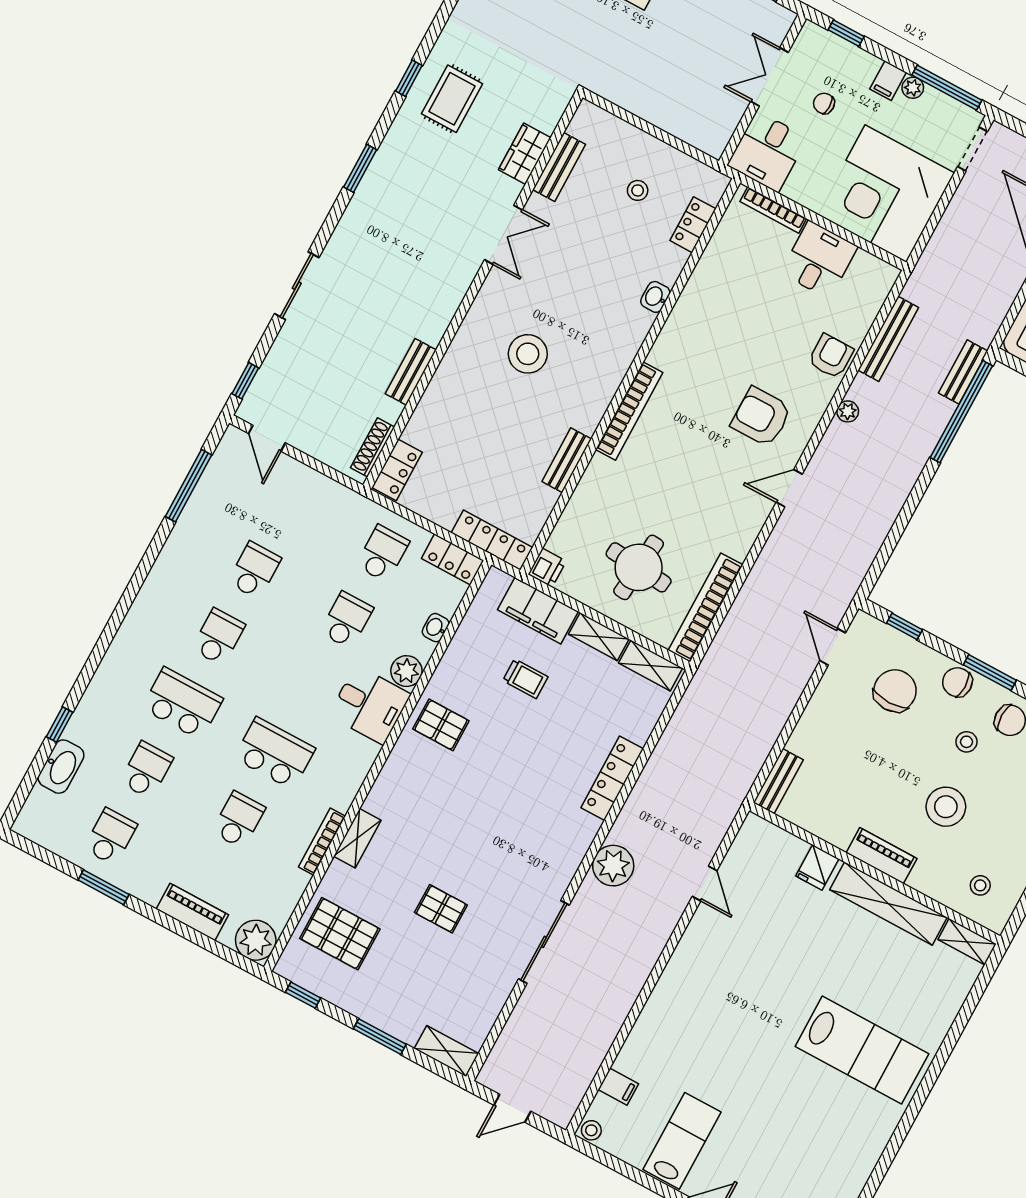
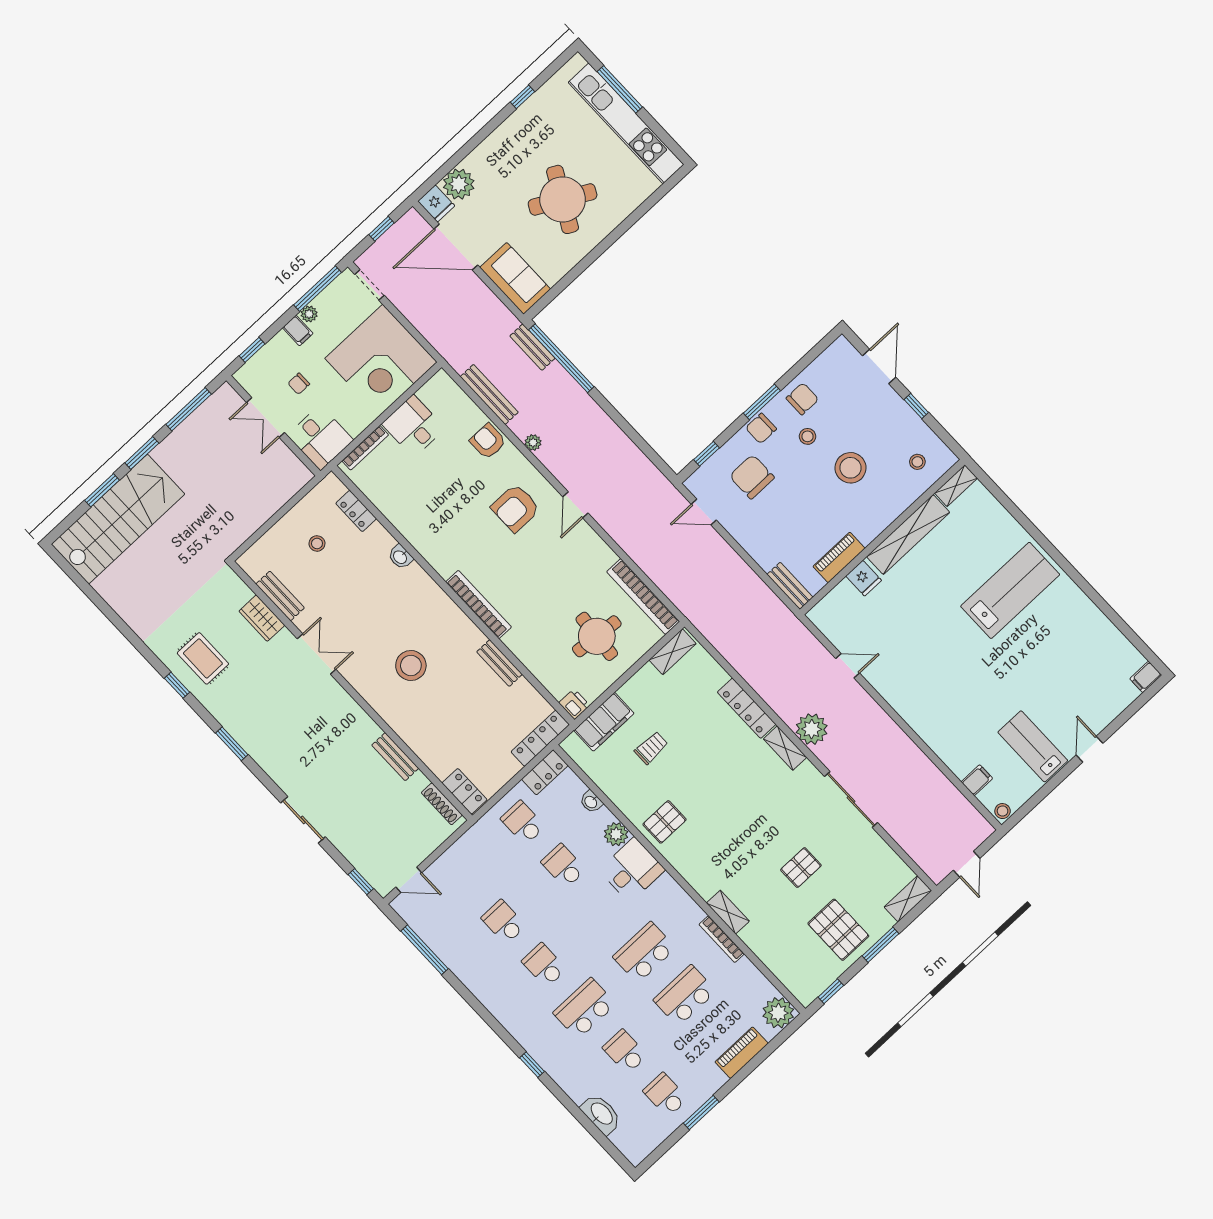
shelving: (599, 637) -> (785, 748), moved, turned 90
window: (59, 724) -> (532, 1065), moved
school desk: (239, 820) -> (685, 996), width x1.85
piano: (882, 856) -> (839, 557), moved
pallet: (340, 934) -> (838, 930), moved, turned 90

